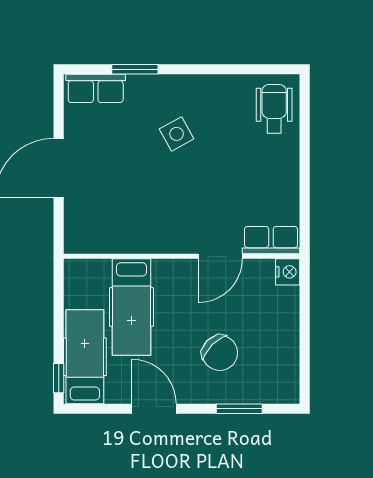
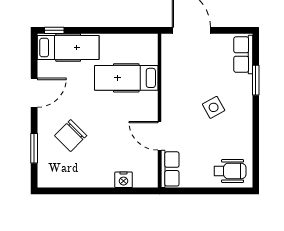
row of seats: (271, 240) -> (170, 169), moved
wall: (182, 256) -> (159, 111), moved
door: (220, 256) -> (159, 136), moved
hospital bed: (131, 307) -> (126, 78), moved

